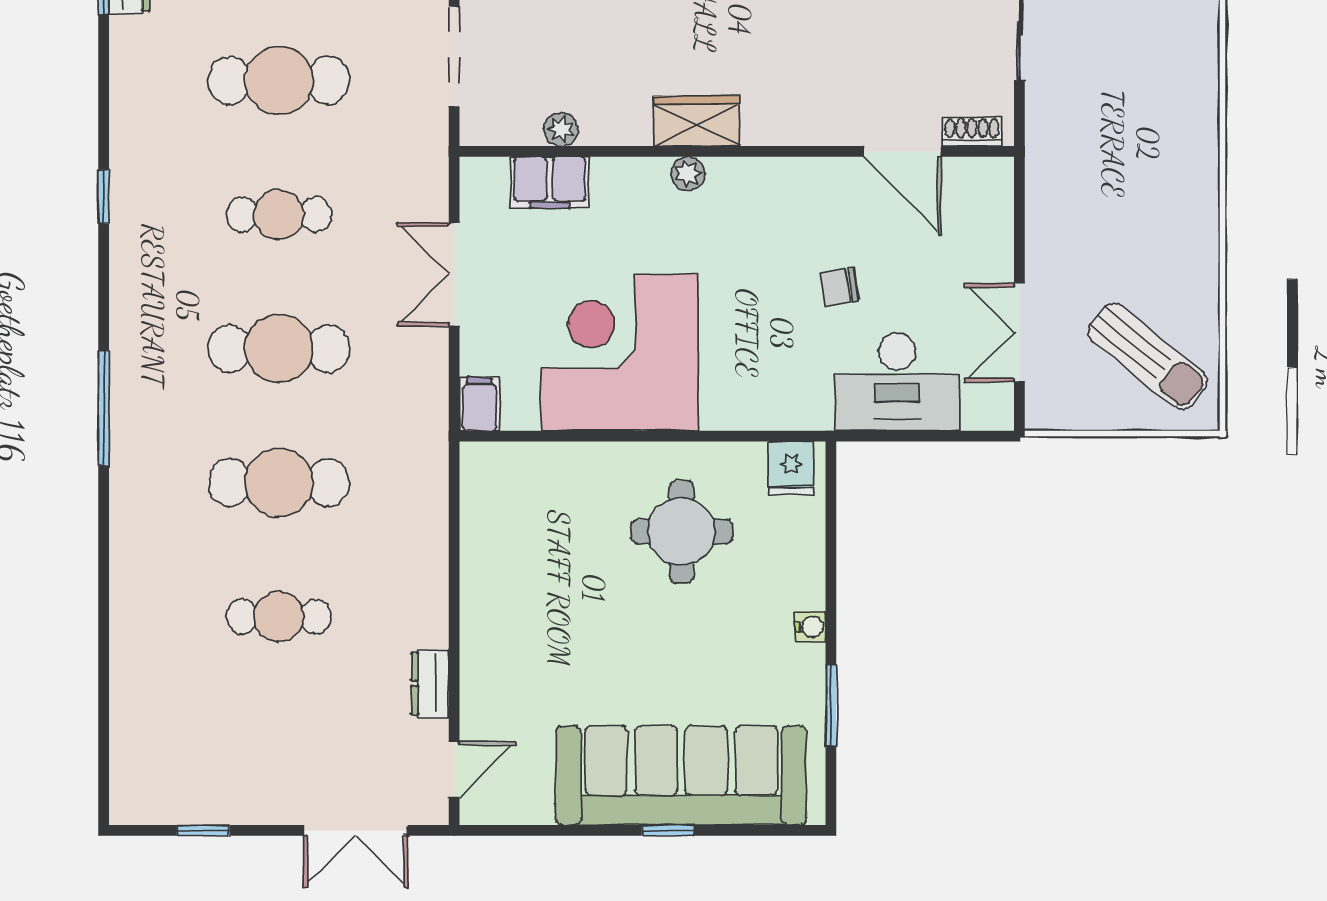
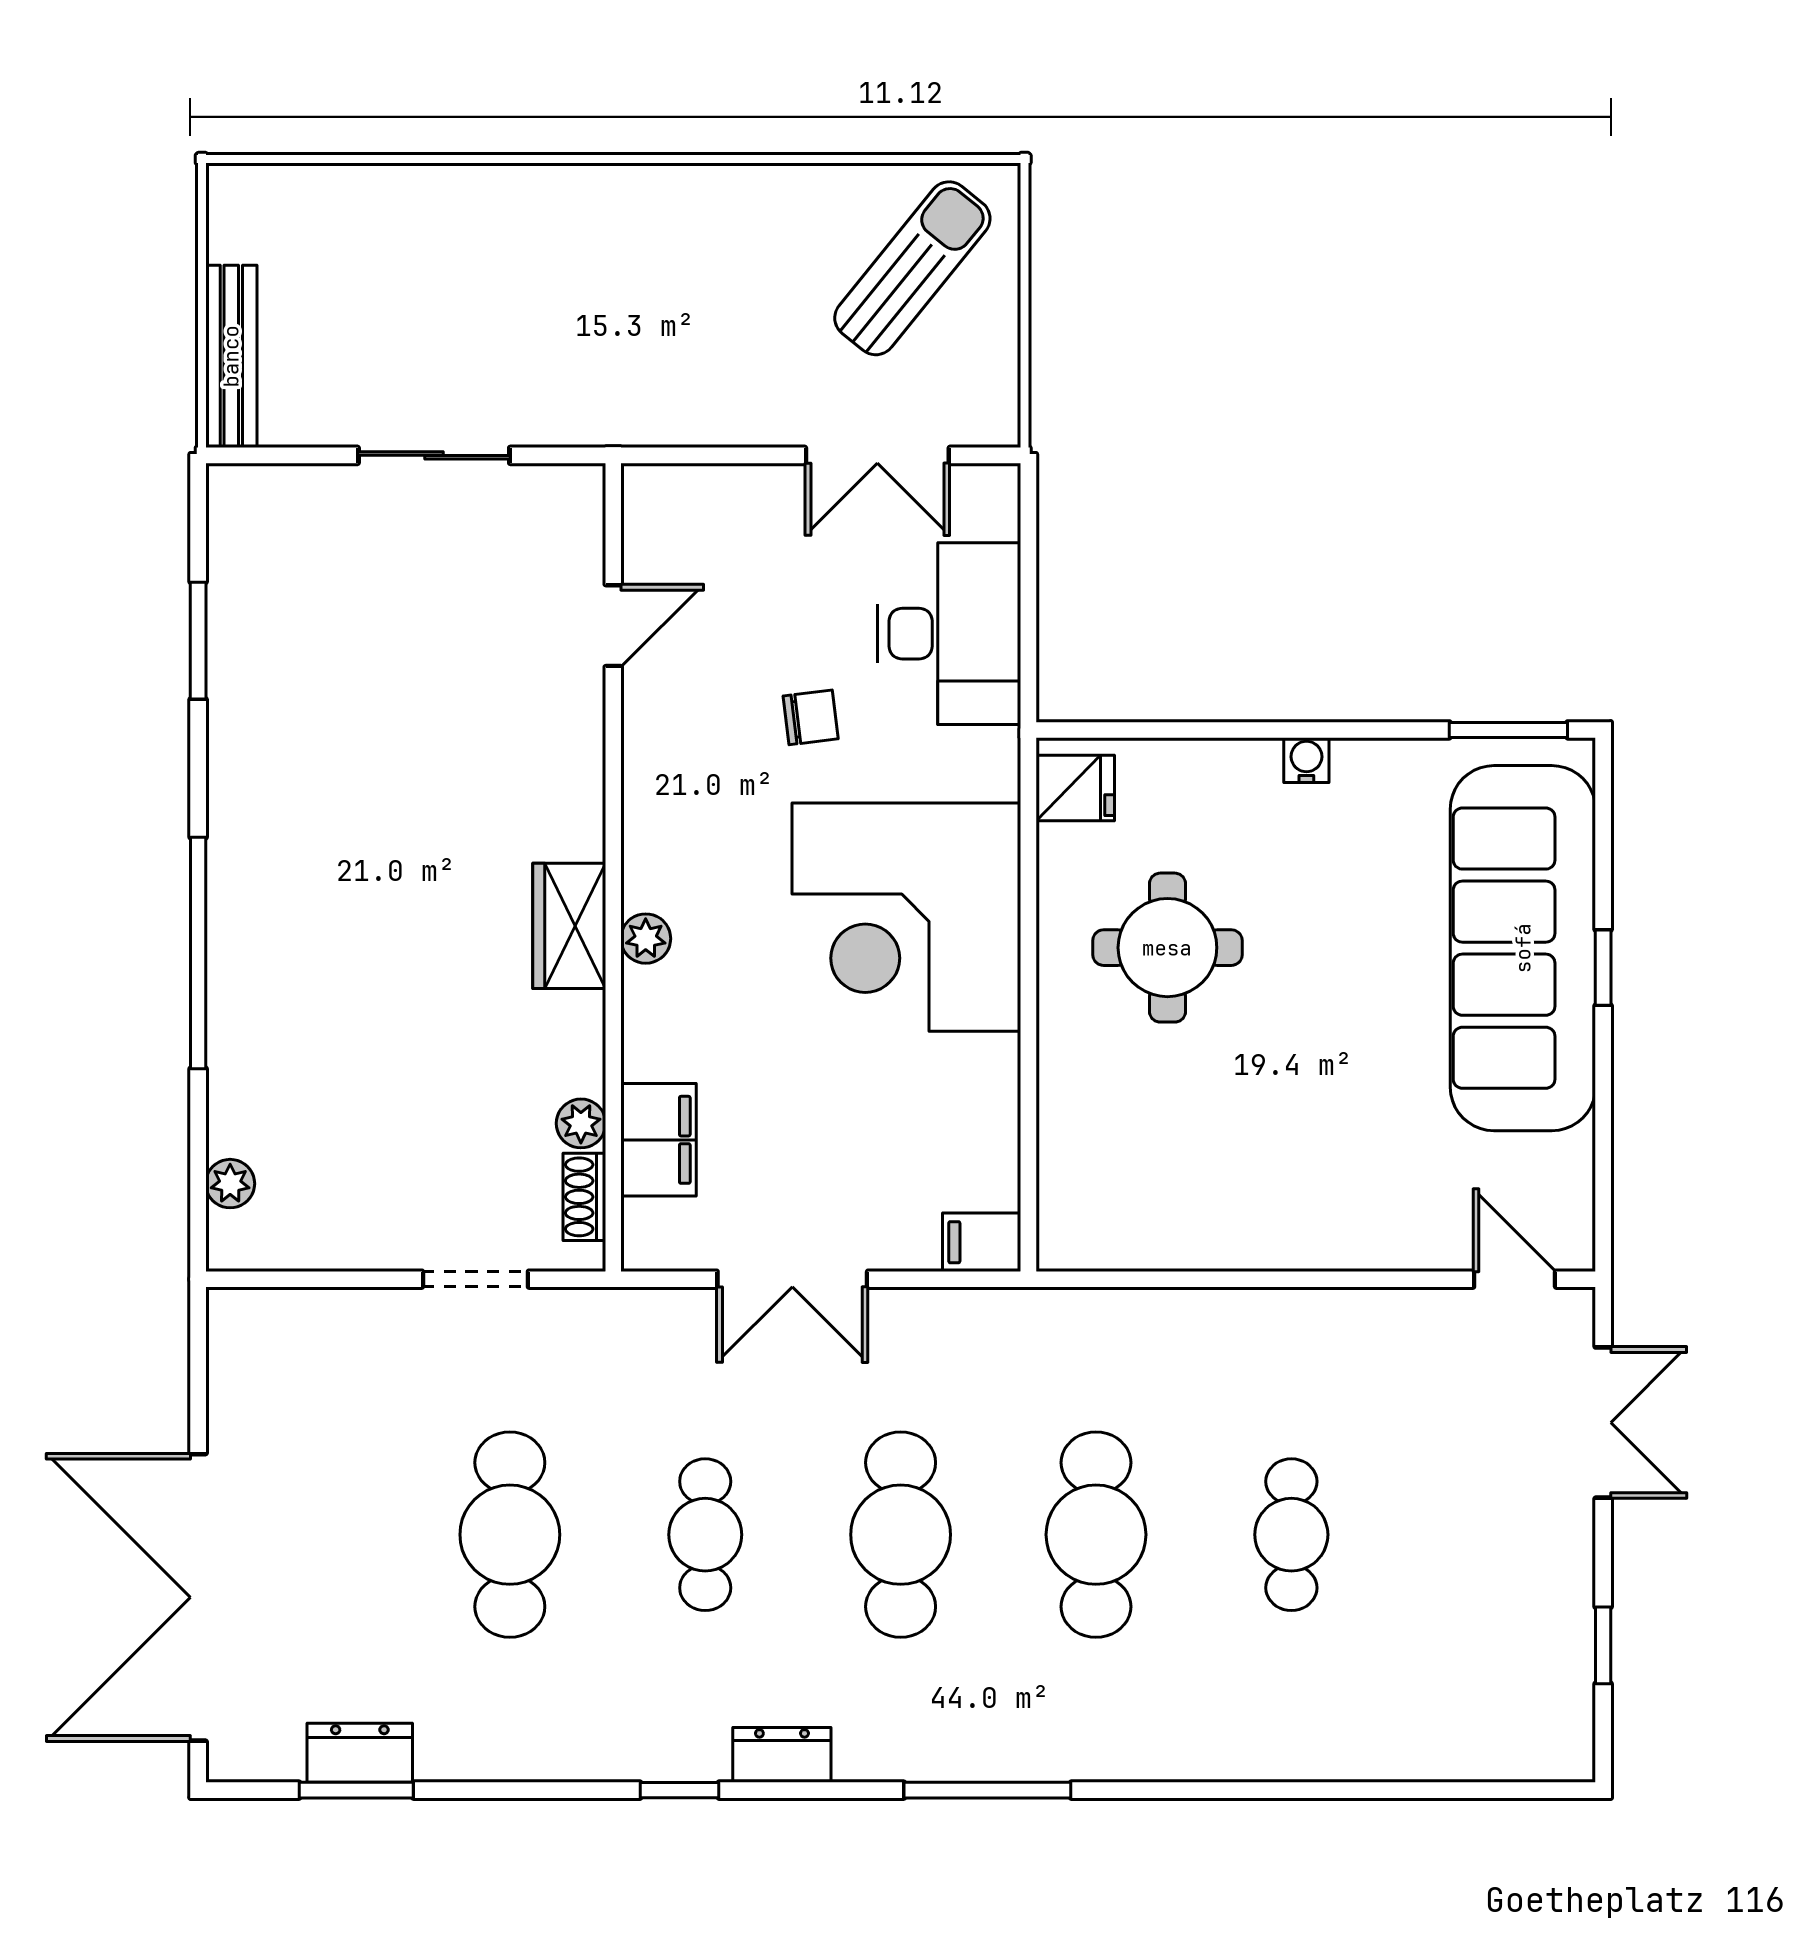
doorway: (454, 57) -> (475, 1279), width x0.73
shoe rack: (972, 132) -> (584, 1197), moved
door: (902, 151) -> (613, 626), width x0.73
chair: (840, 287) -> (811, 717), turned -89
corner desk: (619, 352) -> (906, 917), moved
dresser: (430, 683) -> (782, 1755), moved, turned 180
window: (831, 705) -> (1508, 730), moved

